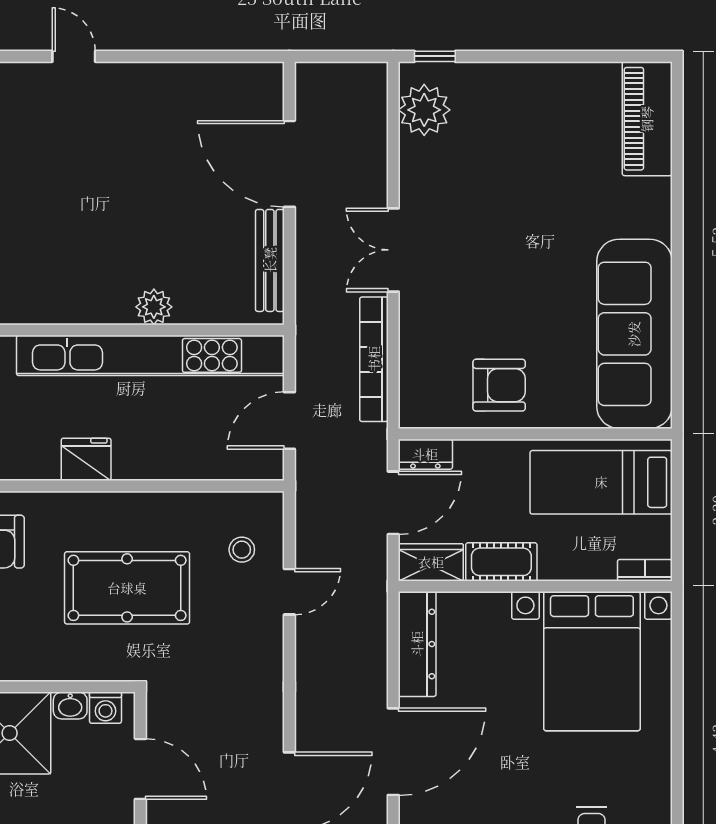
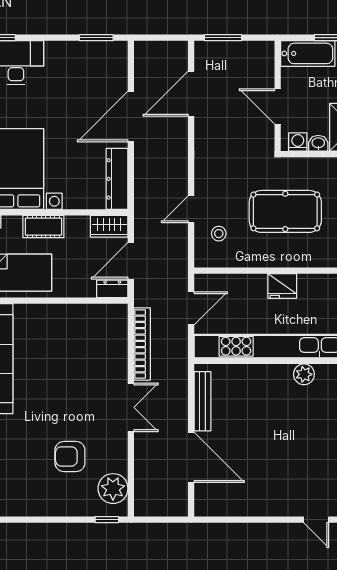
plant: (154, 307) -> (304, 374), moved
armchair: (499, 385) -> (70, 456), moved
fridge: (86, 459) -> (282, 286), moved
cot: (501, 562) -> (43, 227), moved

